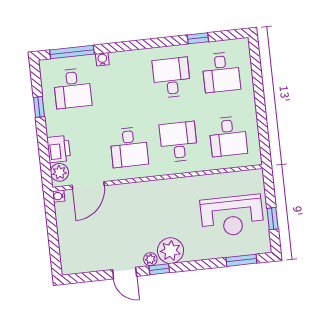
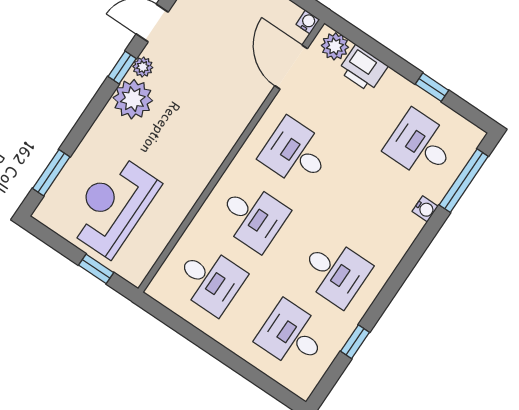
desk: (228, 136) -> (210, 280), turned 180
window: (273, 219) -> (96, 269), moved

